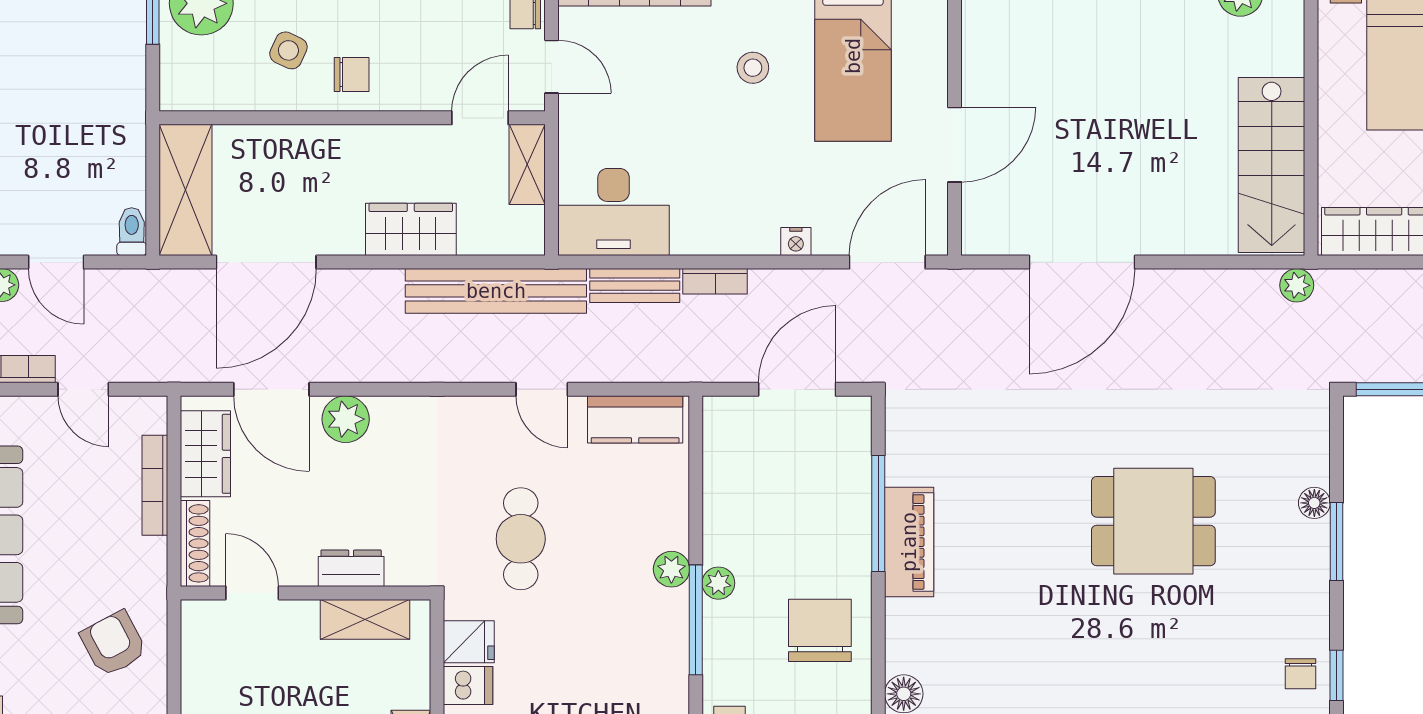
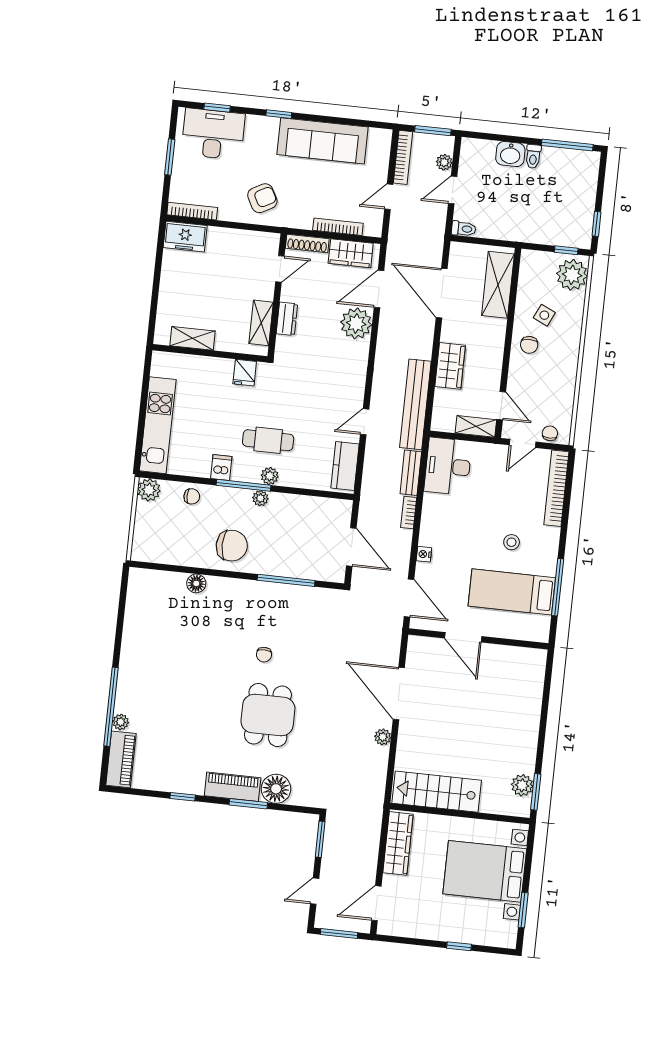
shelving: (185, 190) -> (498, 285), moved, turned 90
plant: (1297, 285) -> (383, 737), moved
plant: (346, 419) -> (356, 323), width x1.36, depth x1.36
floor lamp: (1314, 503) -> (276, 789), width x1.89, depth x1.89
cafe table: (521, 539) -> (268, 440), moved
piano: (909, 542) -> (233, 787), moved, turned 180
chair: (1301, 674) -> (264, 655), moved, turned -90
dishwasher: (468, 685) -> (221, 468), moved, turned 180

